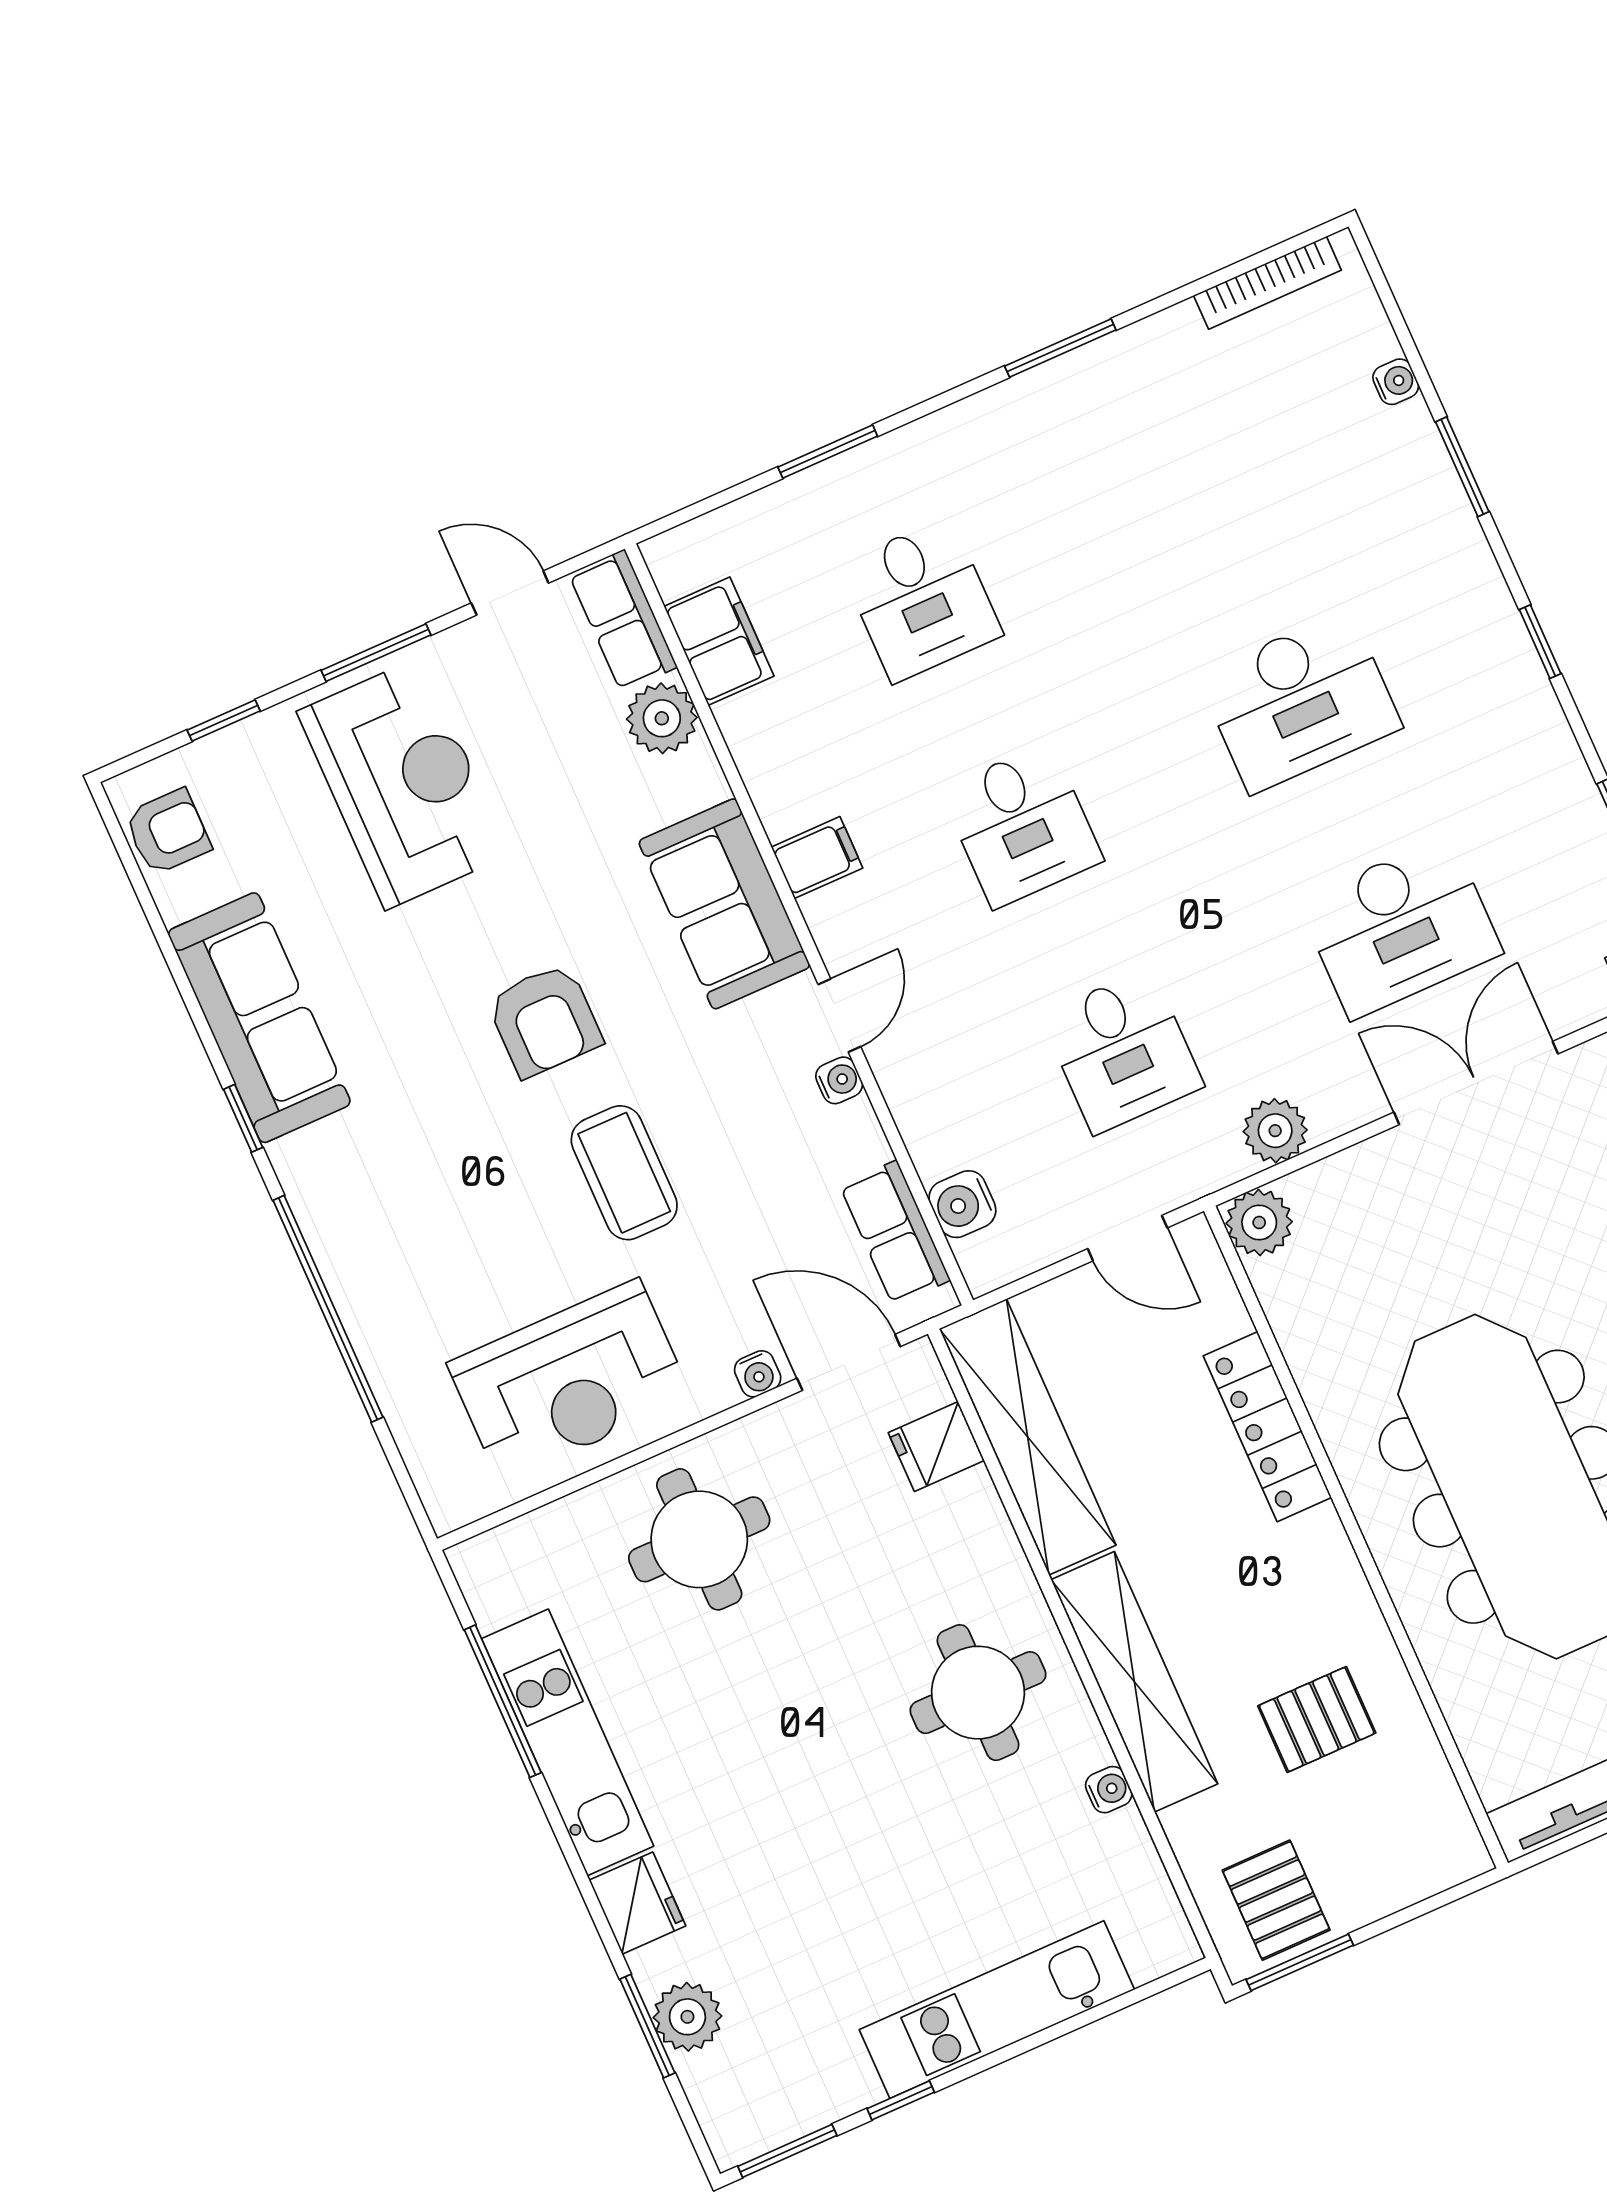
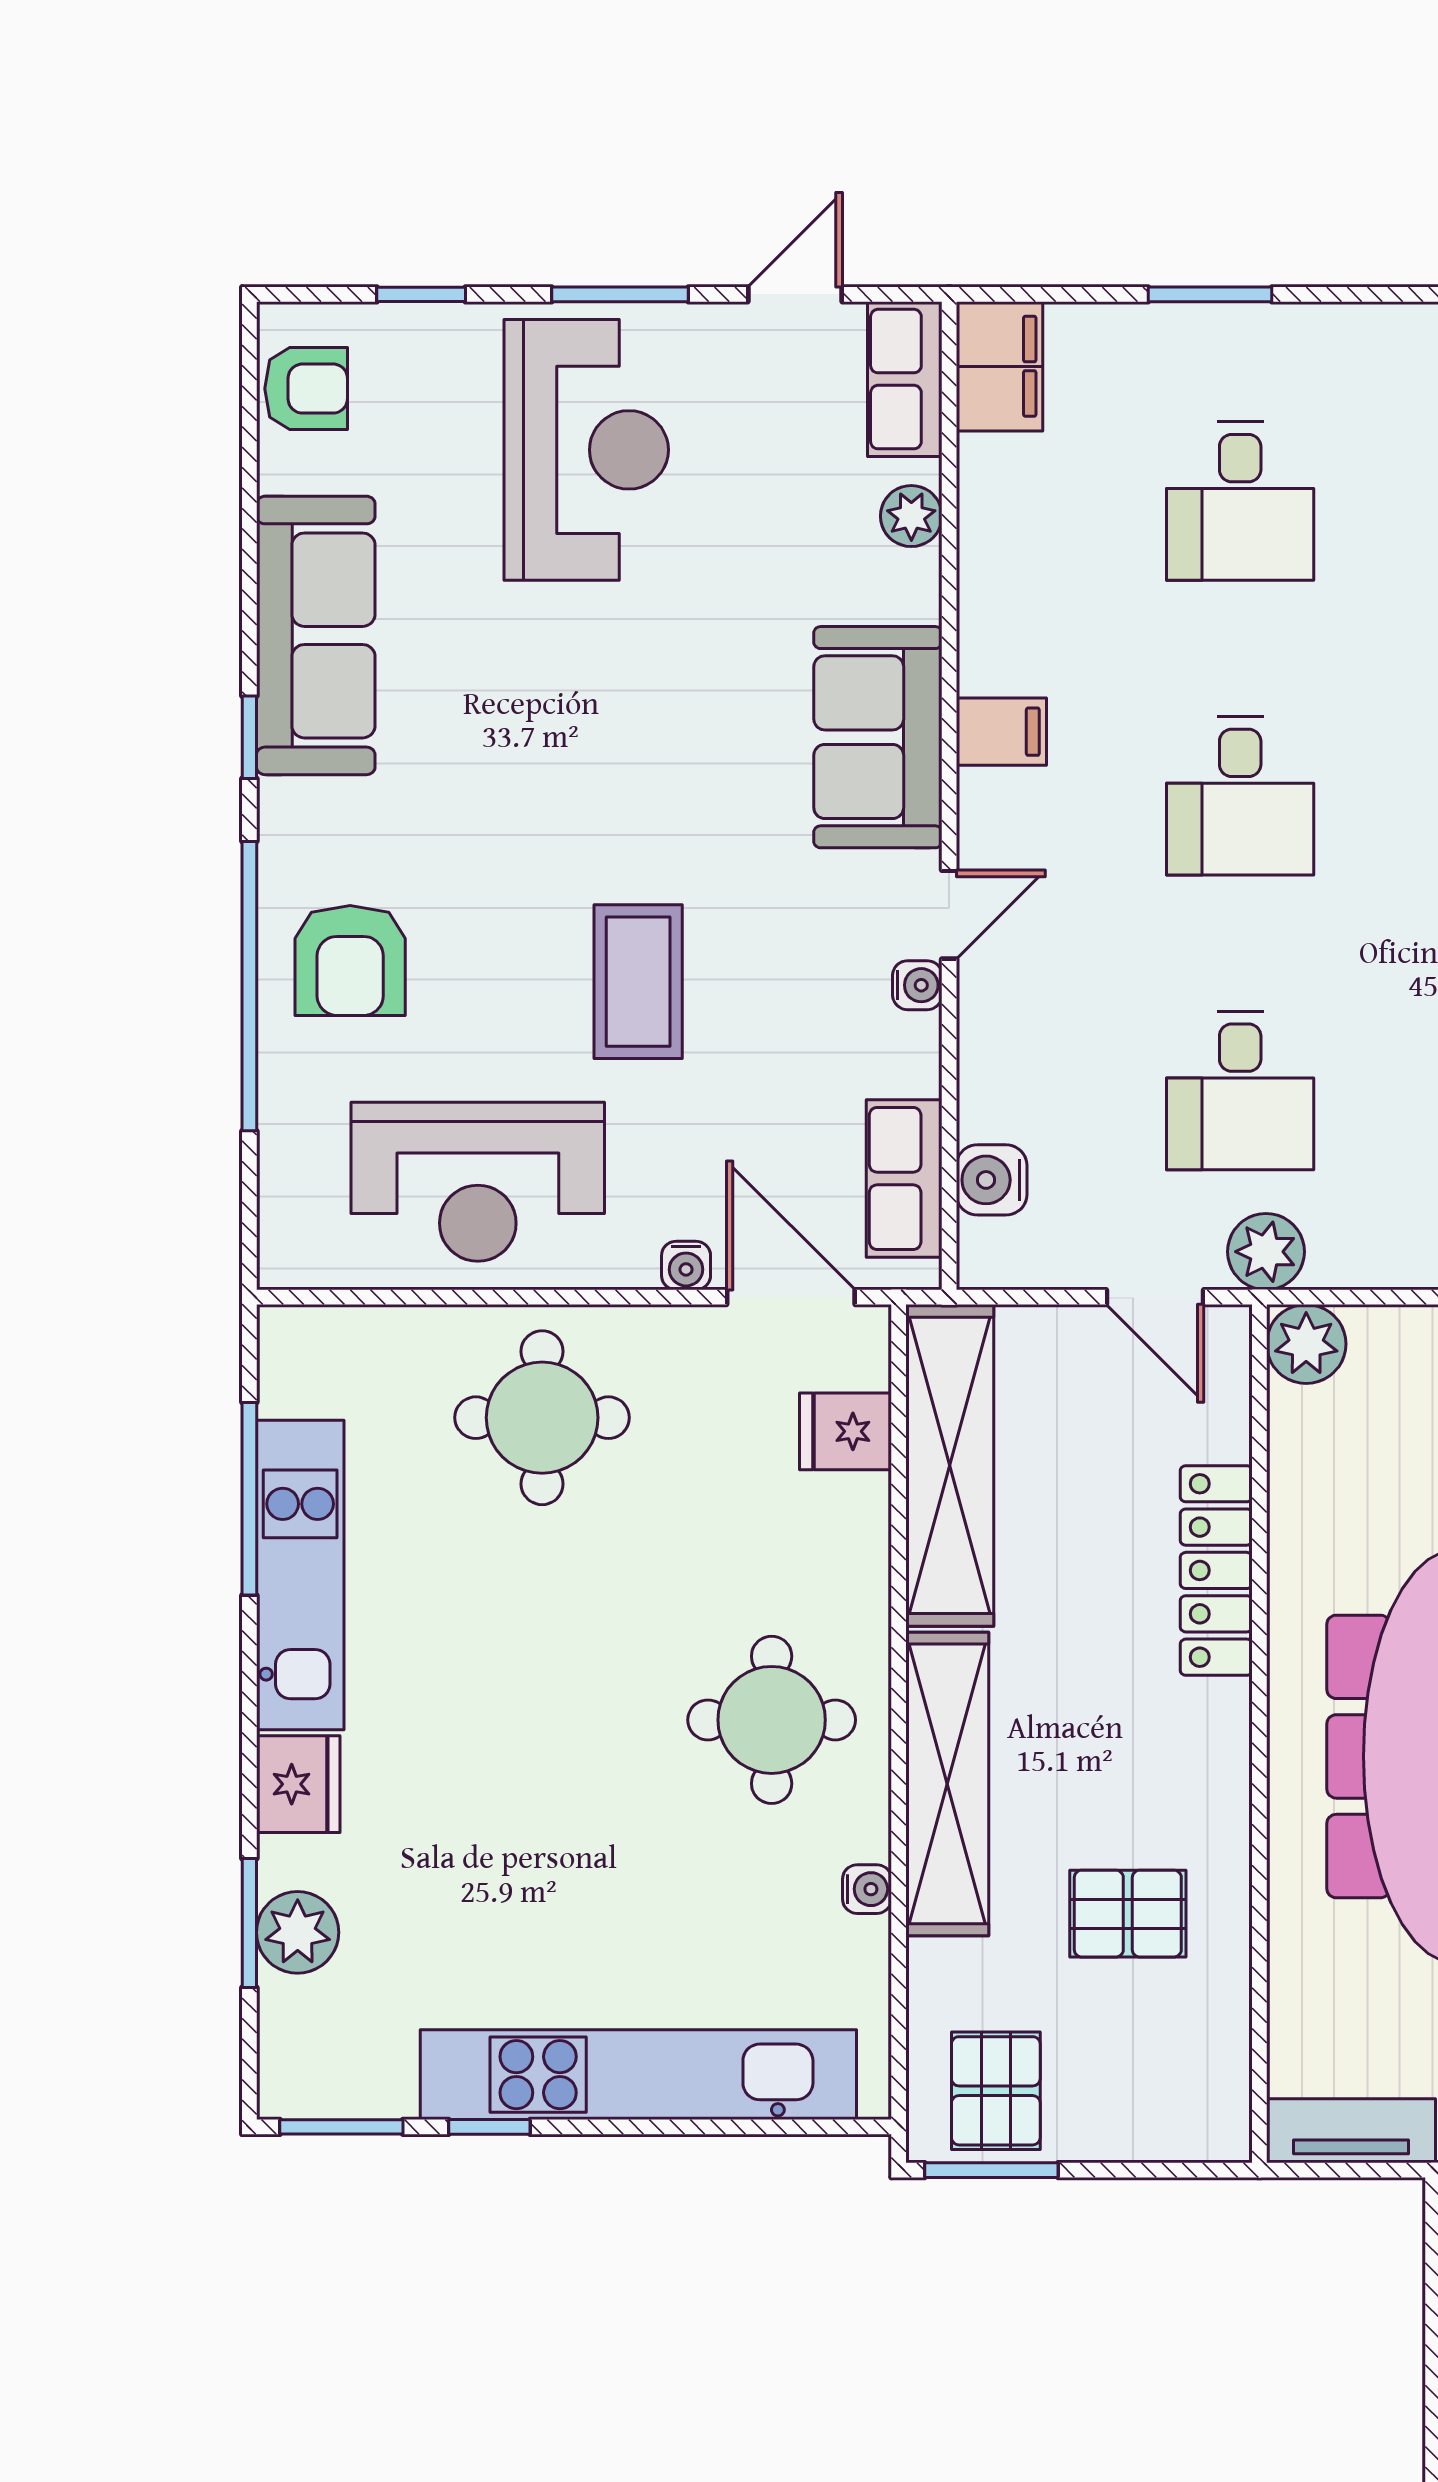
door: (510, 593) -> (795, 294), hinge flipped
filing cabinet: (719, 641) -> (1000, 366), moved
plant: (662, 718) -> (911, 516), width x0.73, depth x0.73
armchair: (545, 1020) -> (350, 960), moved
plant: (1275, 1131) -> (1266, 1252), moved
kitchen unit: (997, 2010) -> (638, 2075), width x1.36

